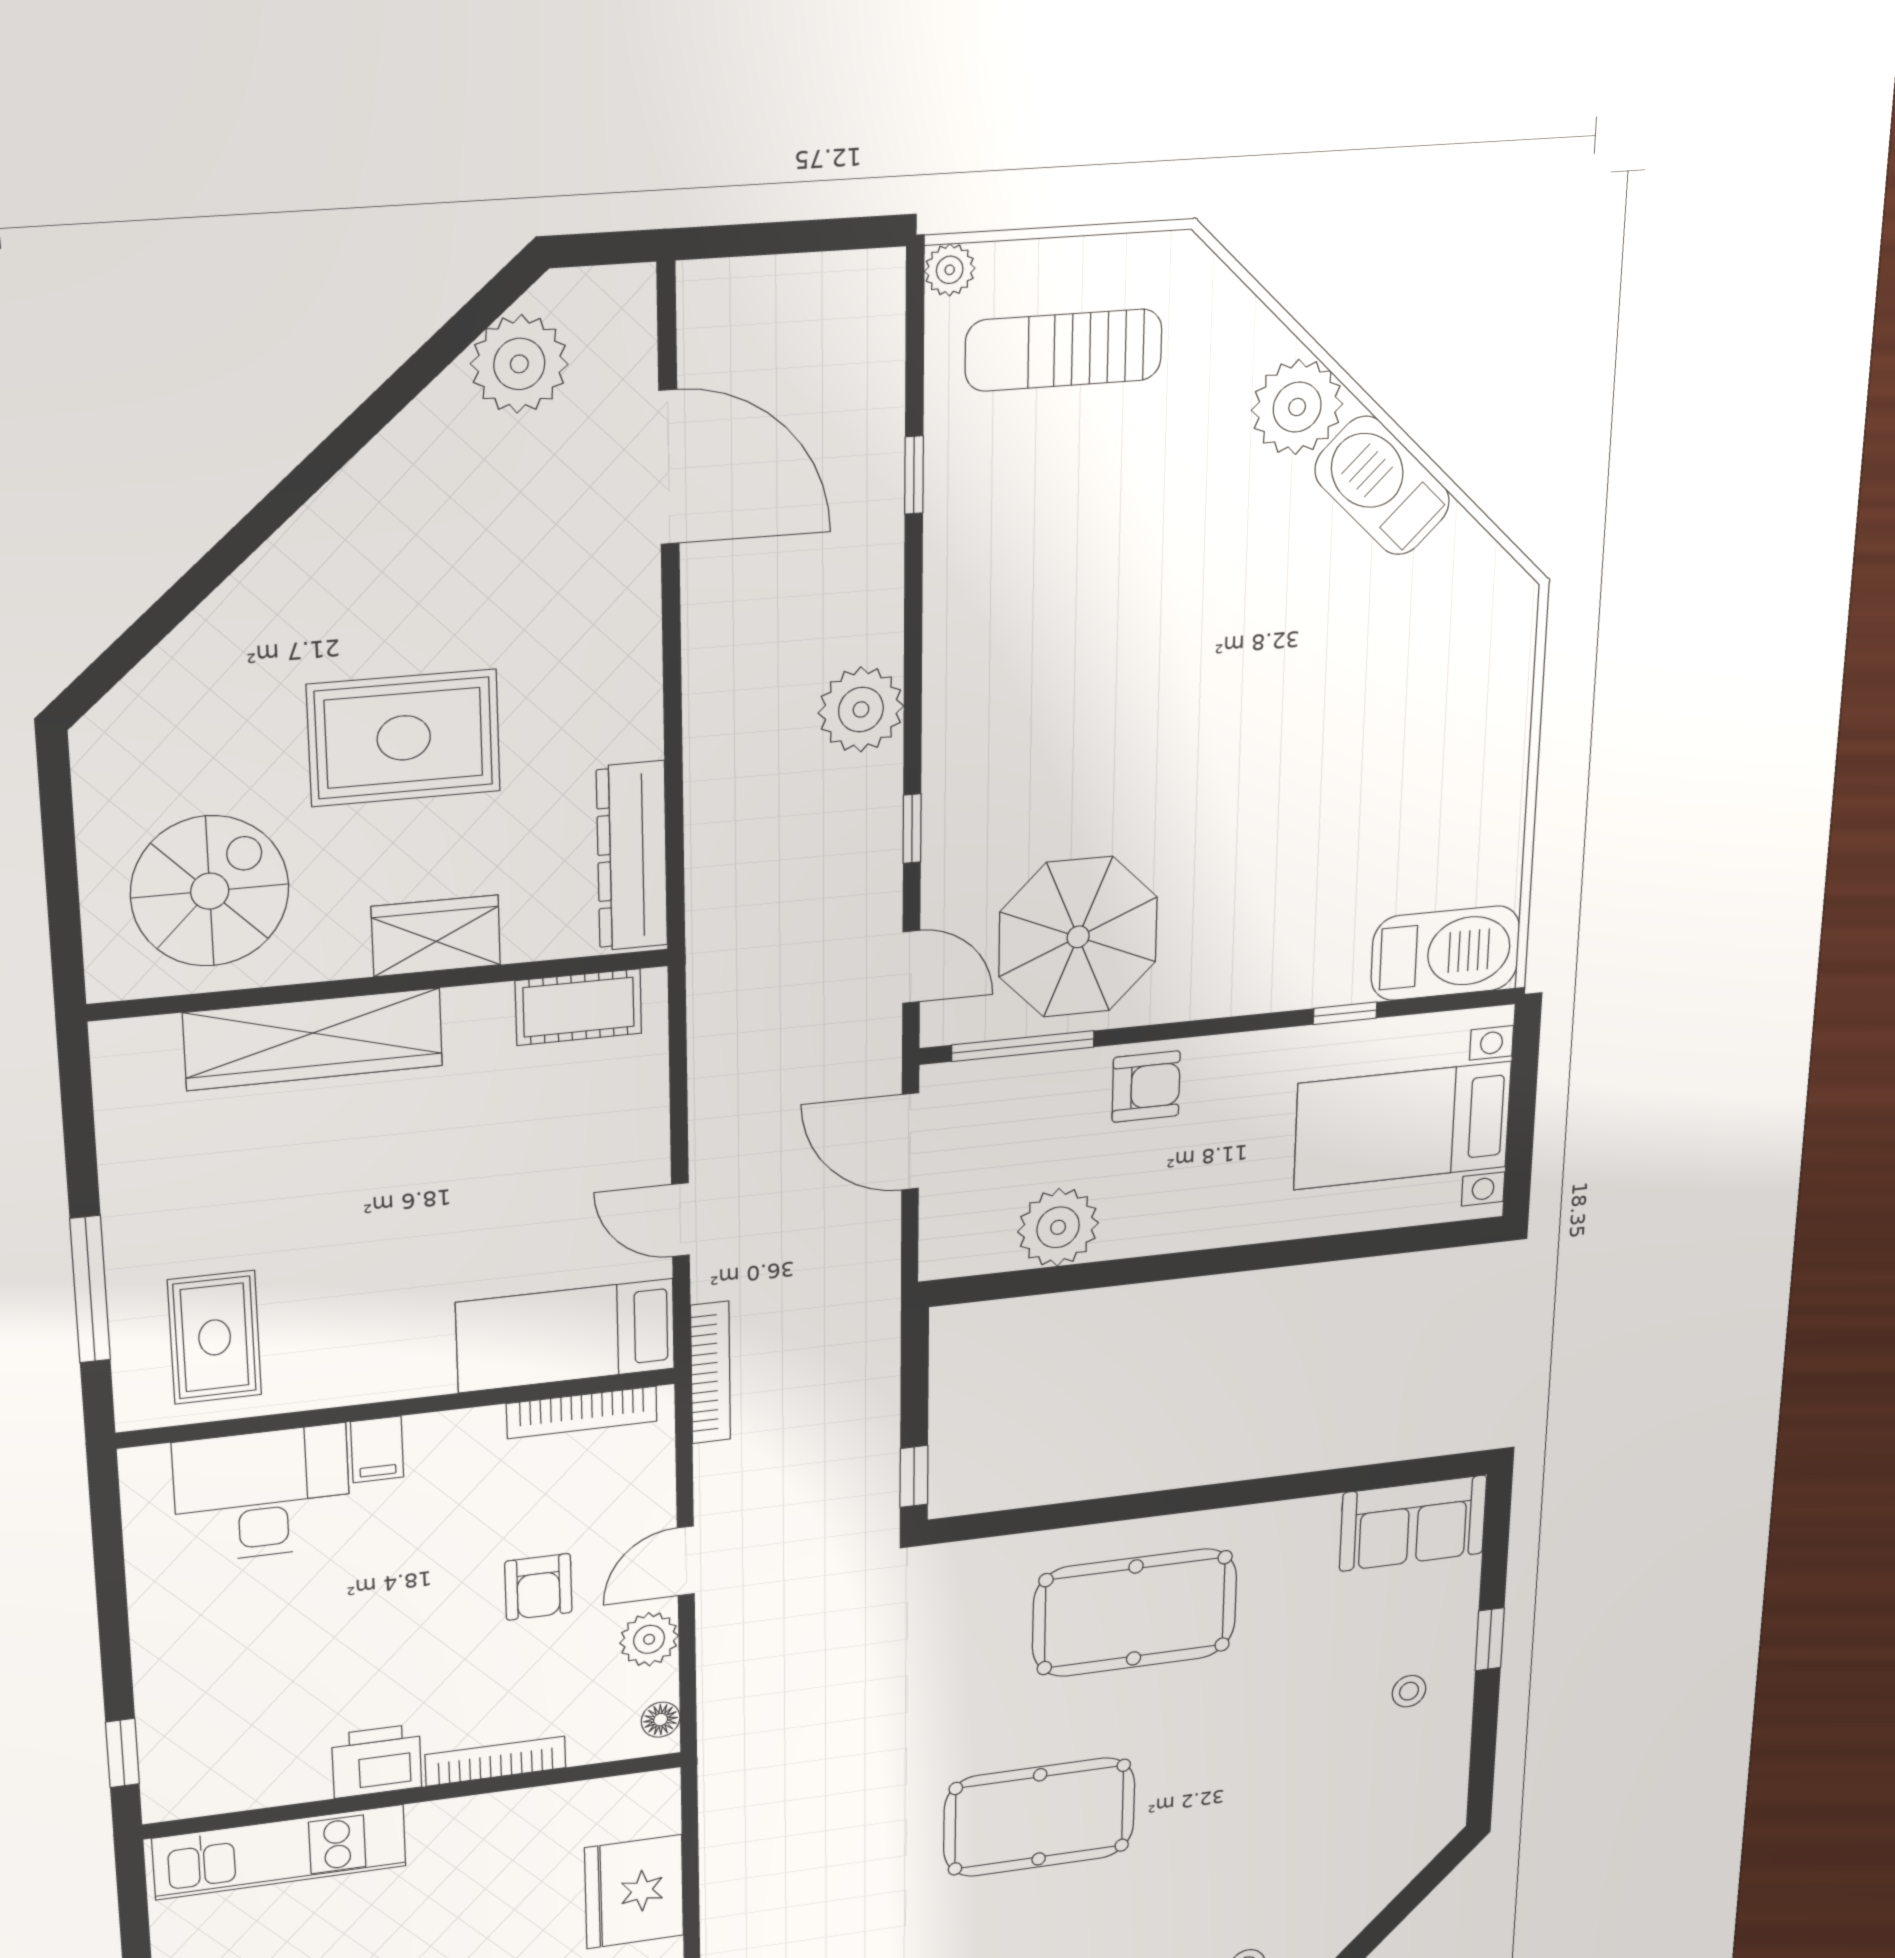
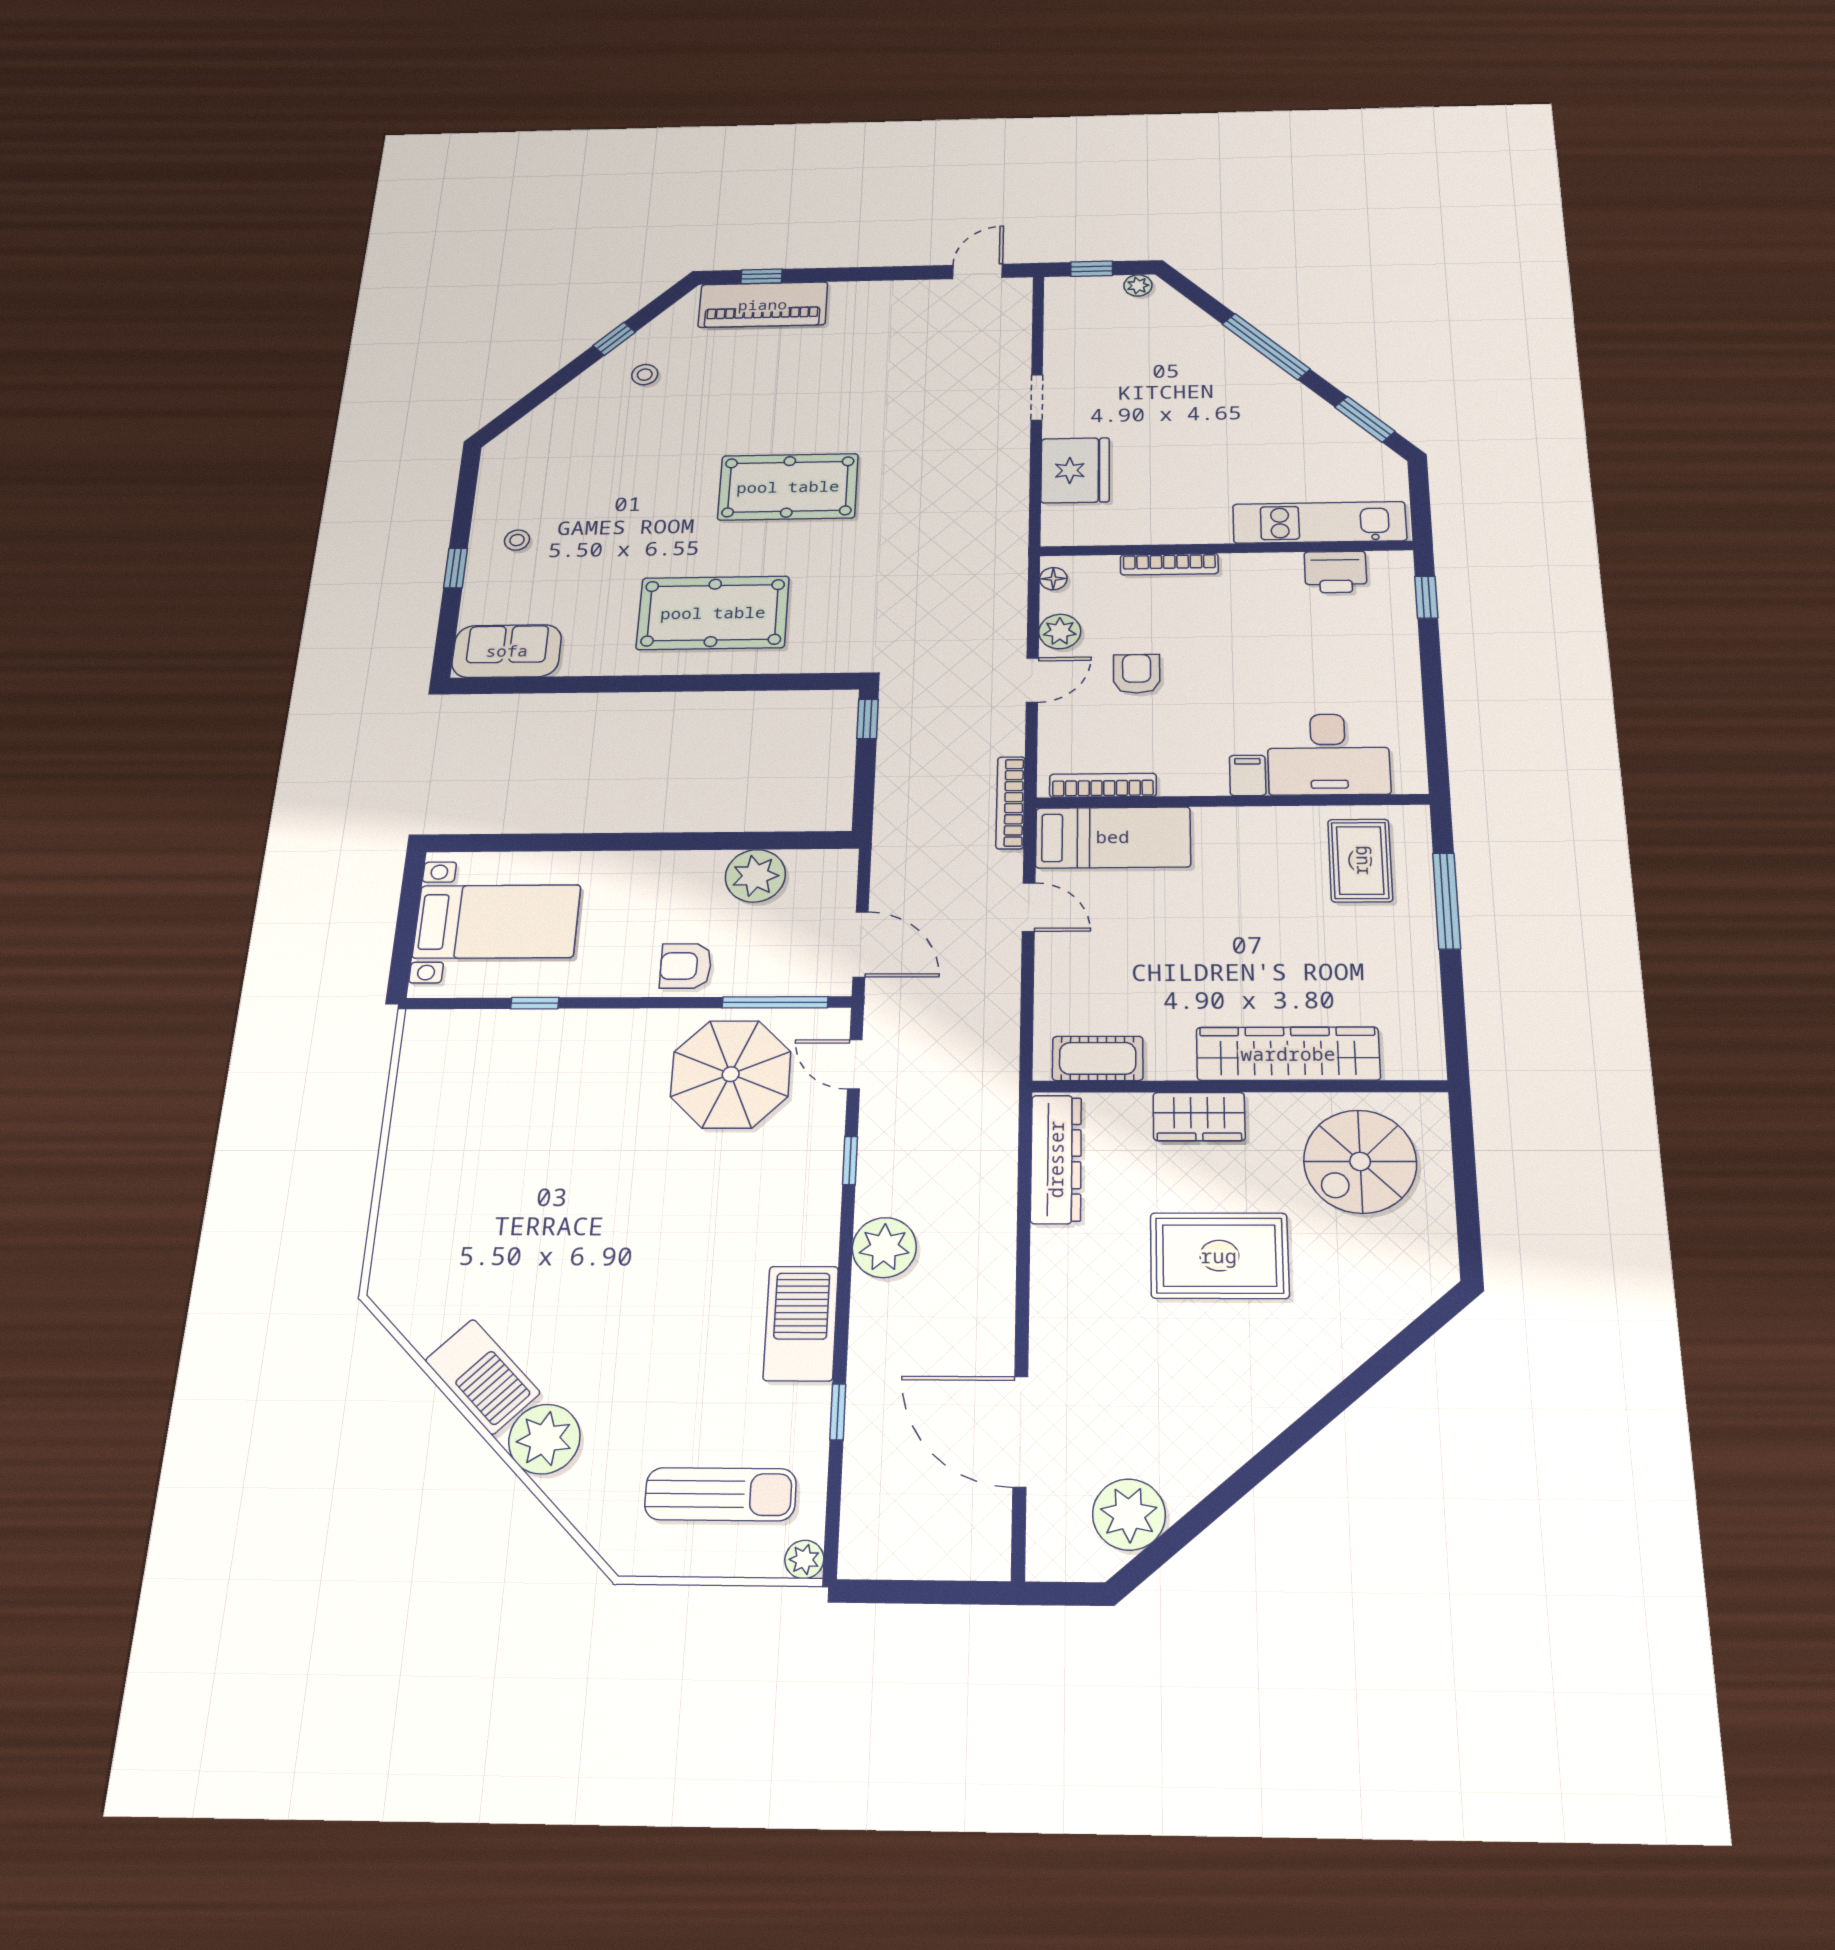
barbecue: (1445, 953) -> (801, 1323), moved, turned 90
printer: (377, 1761) -> (1336, 572), moved

